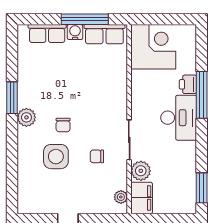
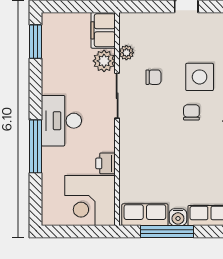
printer: (188, 84) -> (106, 163), moved, turned 180
plant: (121, 197) -> (126, 53), moved

